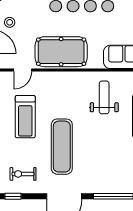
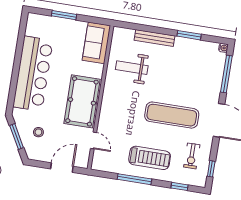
stool: (10, 22) -> (38, 132), moved
treadmill: (25, 117) -> (150, 158), moved

